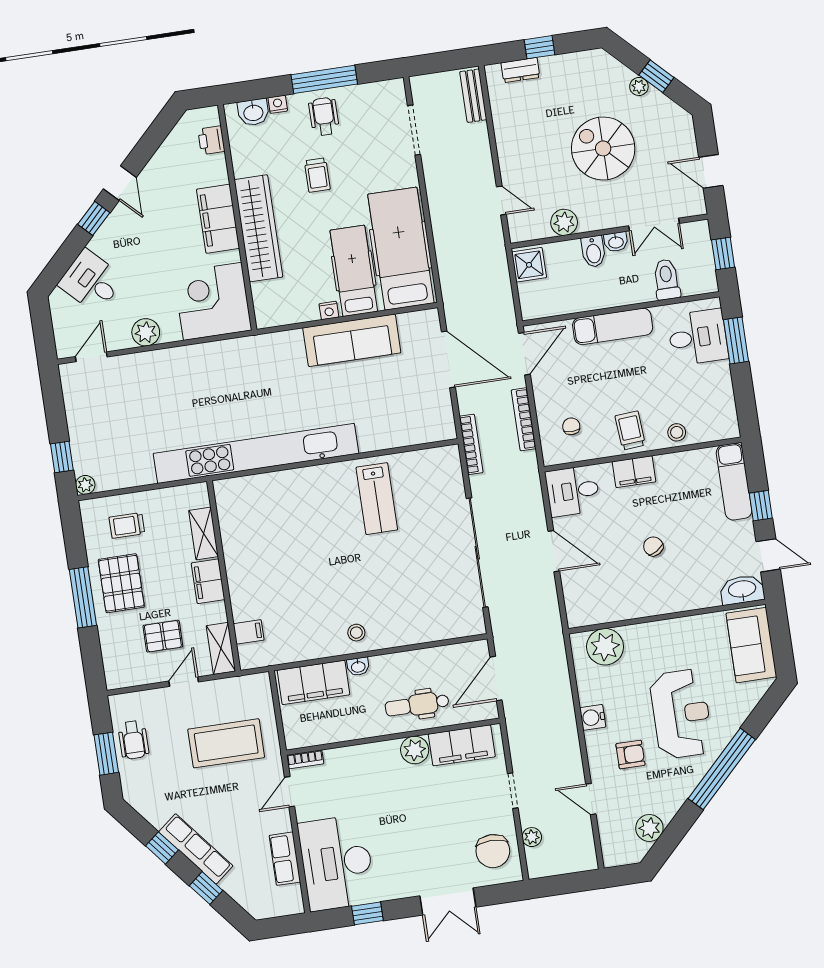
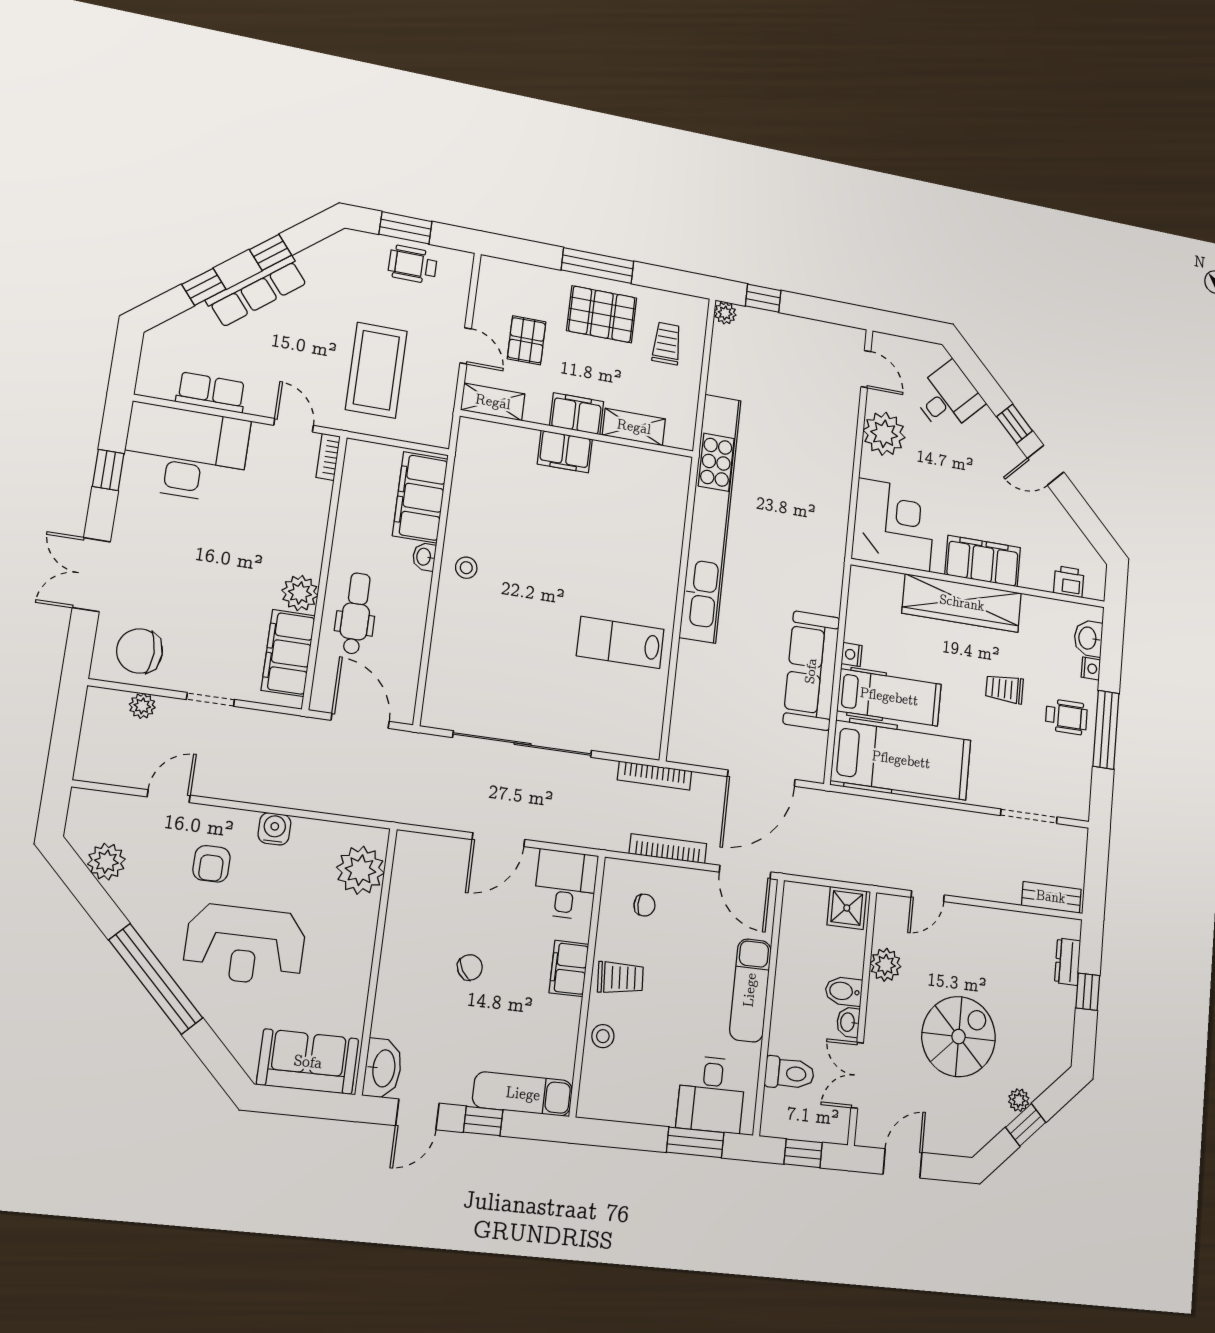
plant: (146, 332) -> (884, 434), width x1.36, depth x1.36
filing cabinet: (249, 632) -> (565, 452), moved, width x2.00

